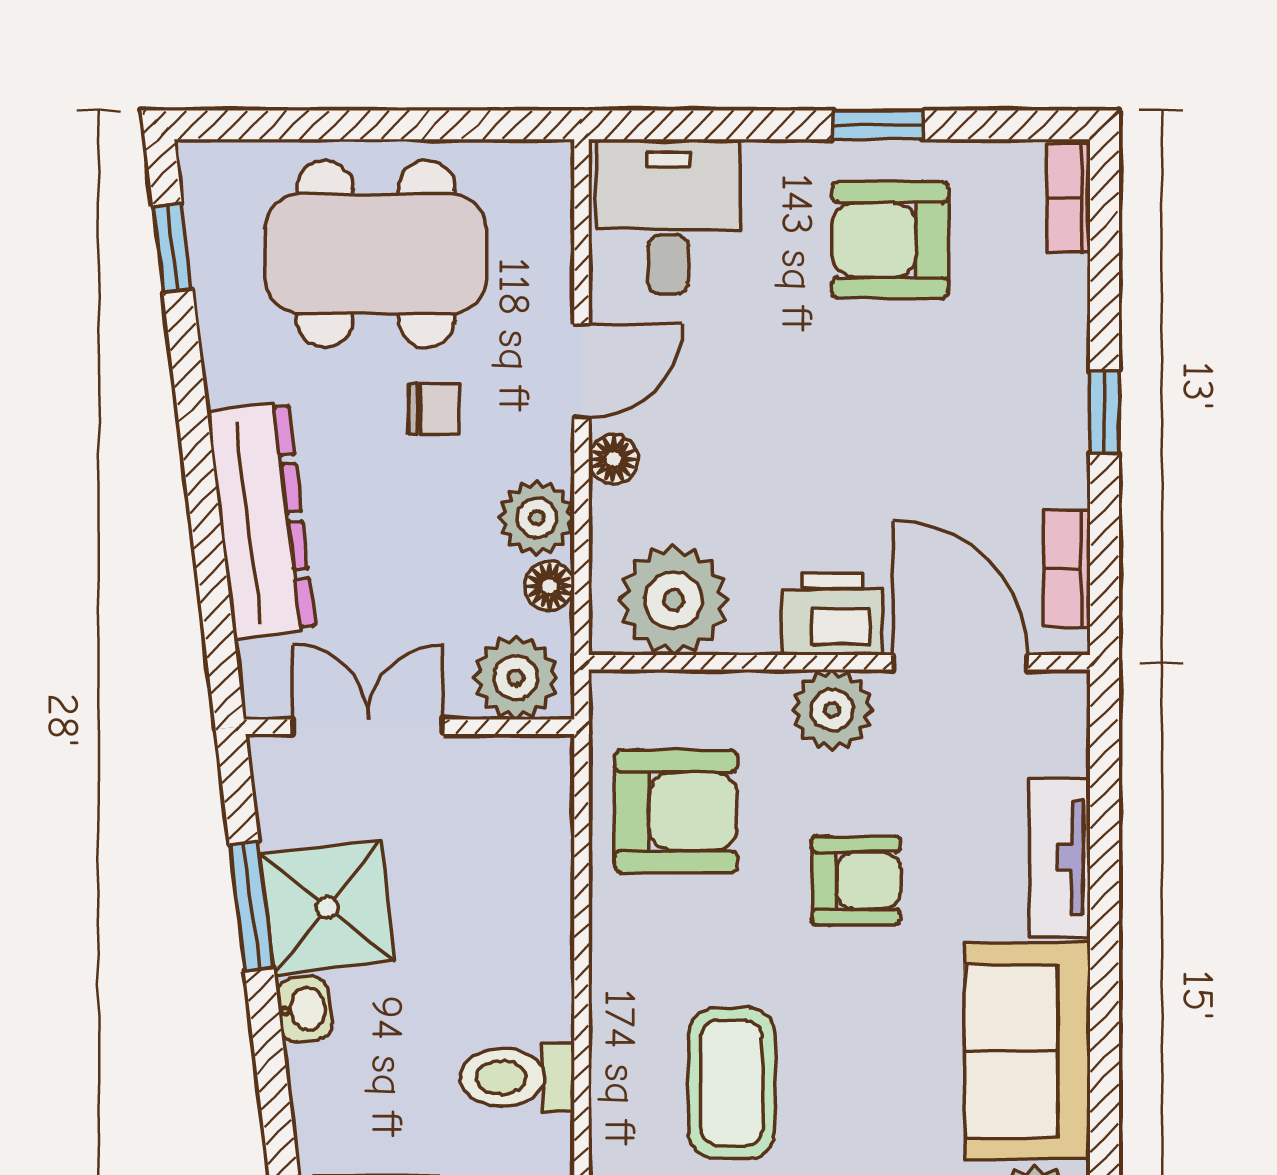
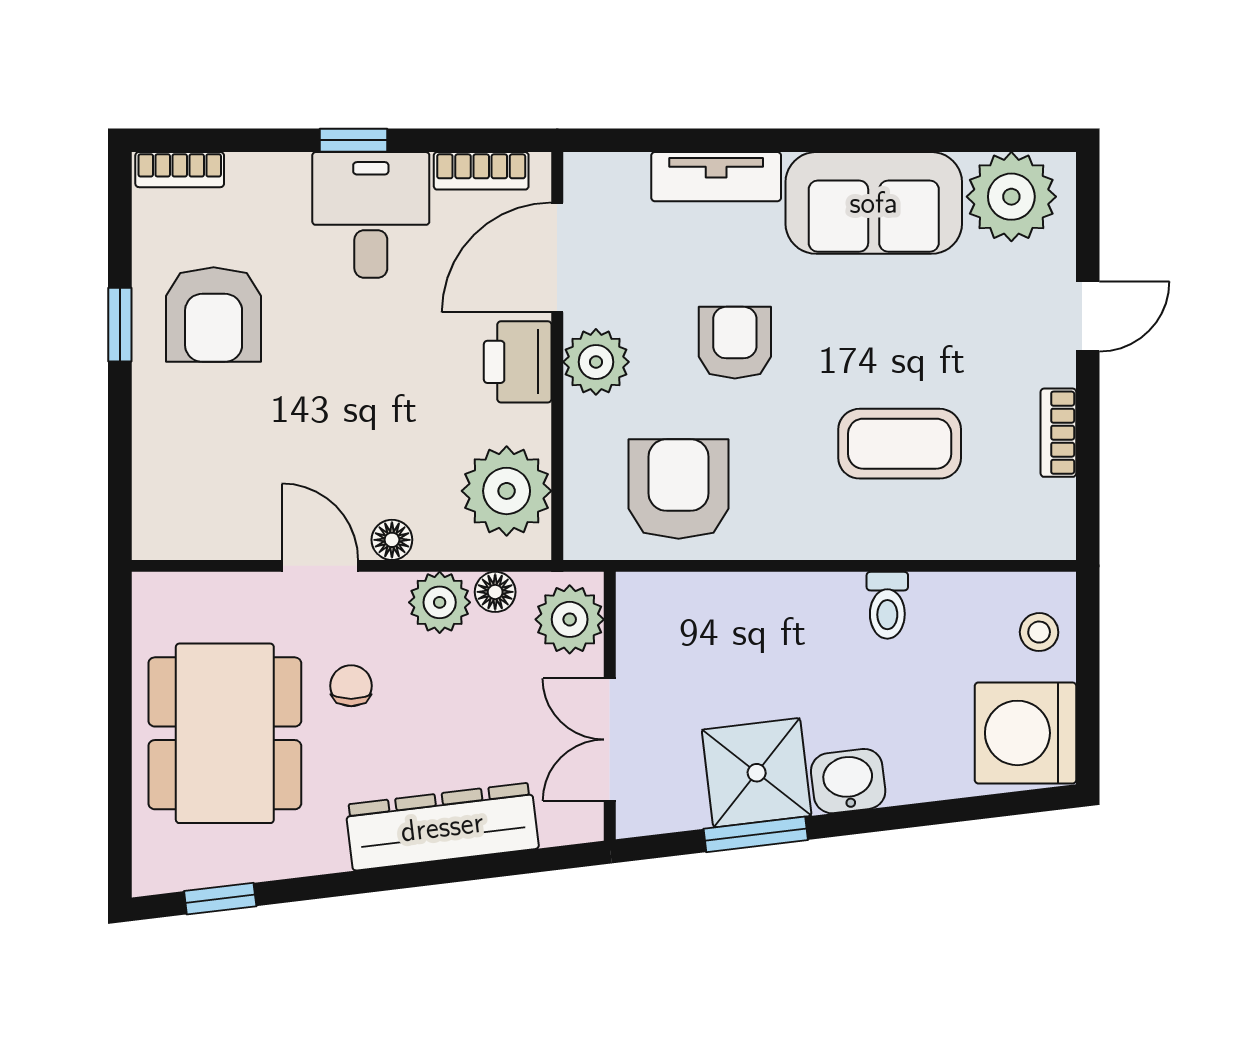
desk: (668, 217) -> (371, 215), moved, turned 90
washbasin: (304, 1009) -> (848, 781), width x1.38, depth x1.45
toilet: (517, 1077) -> (887, 605), width x0.73, depth x0.72

